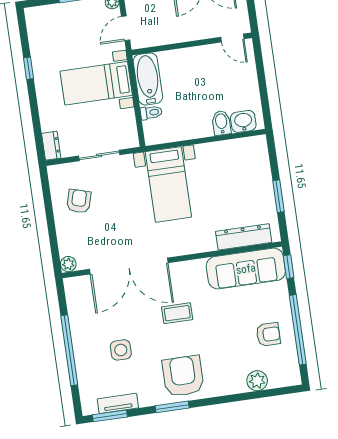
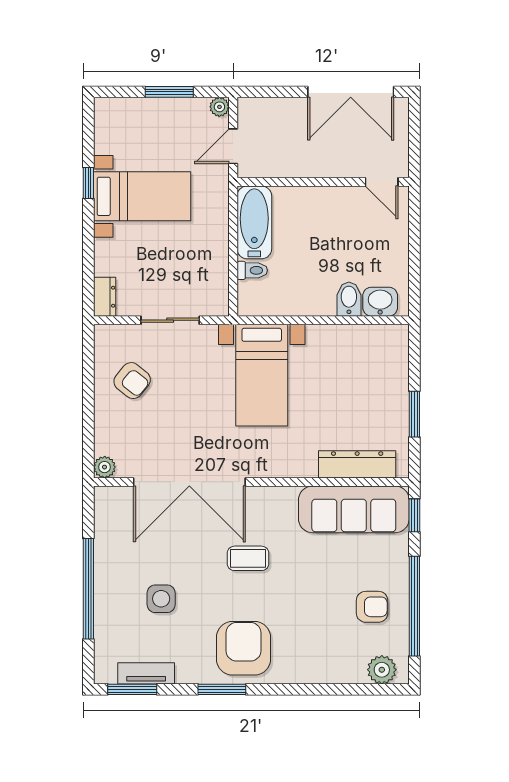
bed with nightstands: (96, 83) -> (142, 196), moved, turned 180
armchair: (79, 201) -> (132, 381), turned 113
plant: (257, 381) -> (382, 670), moved

